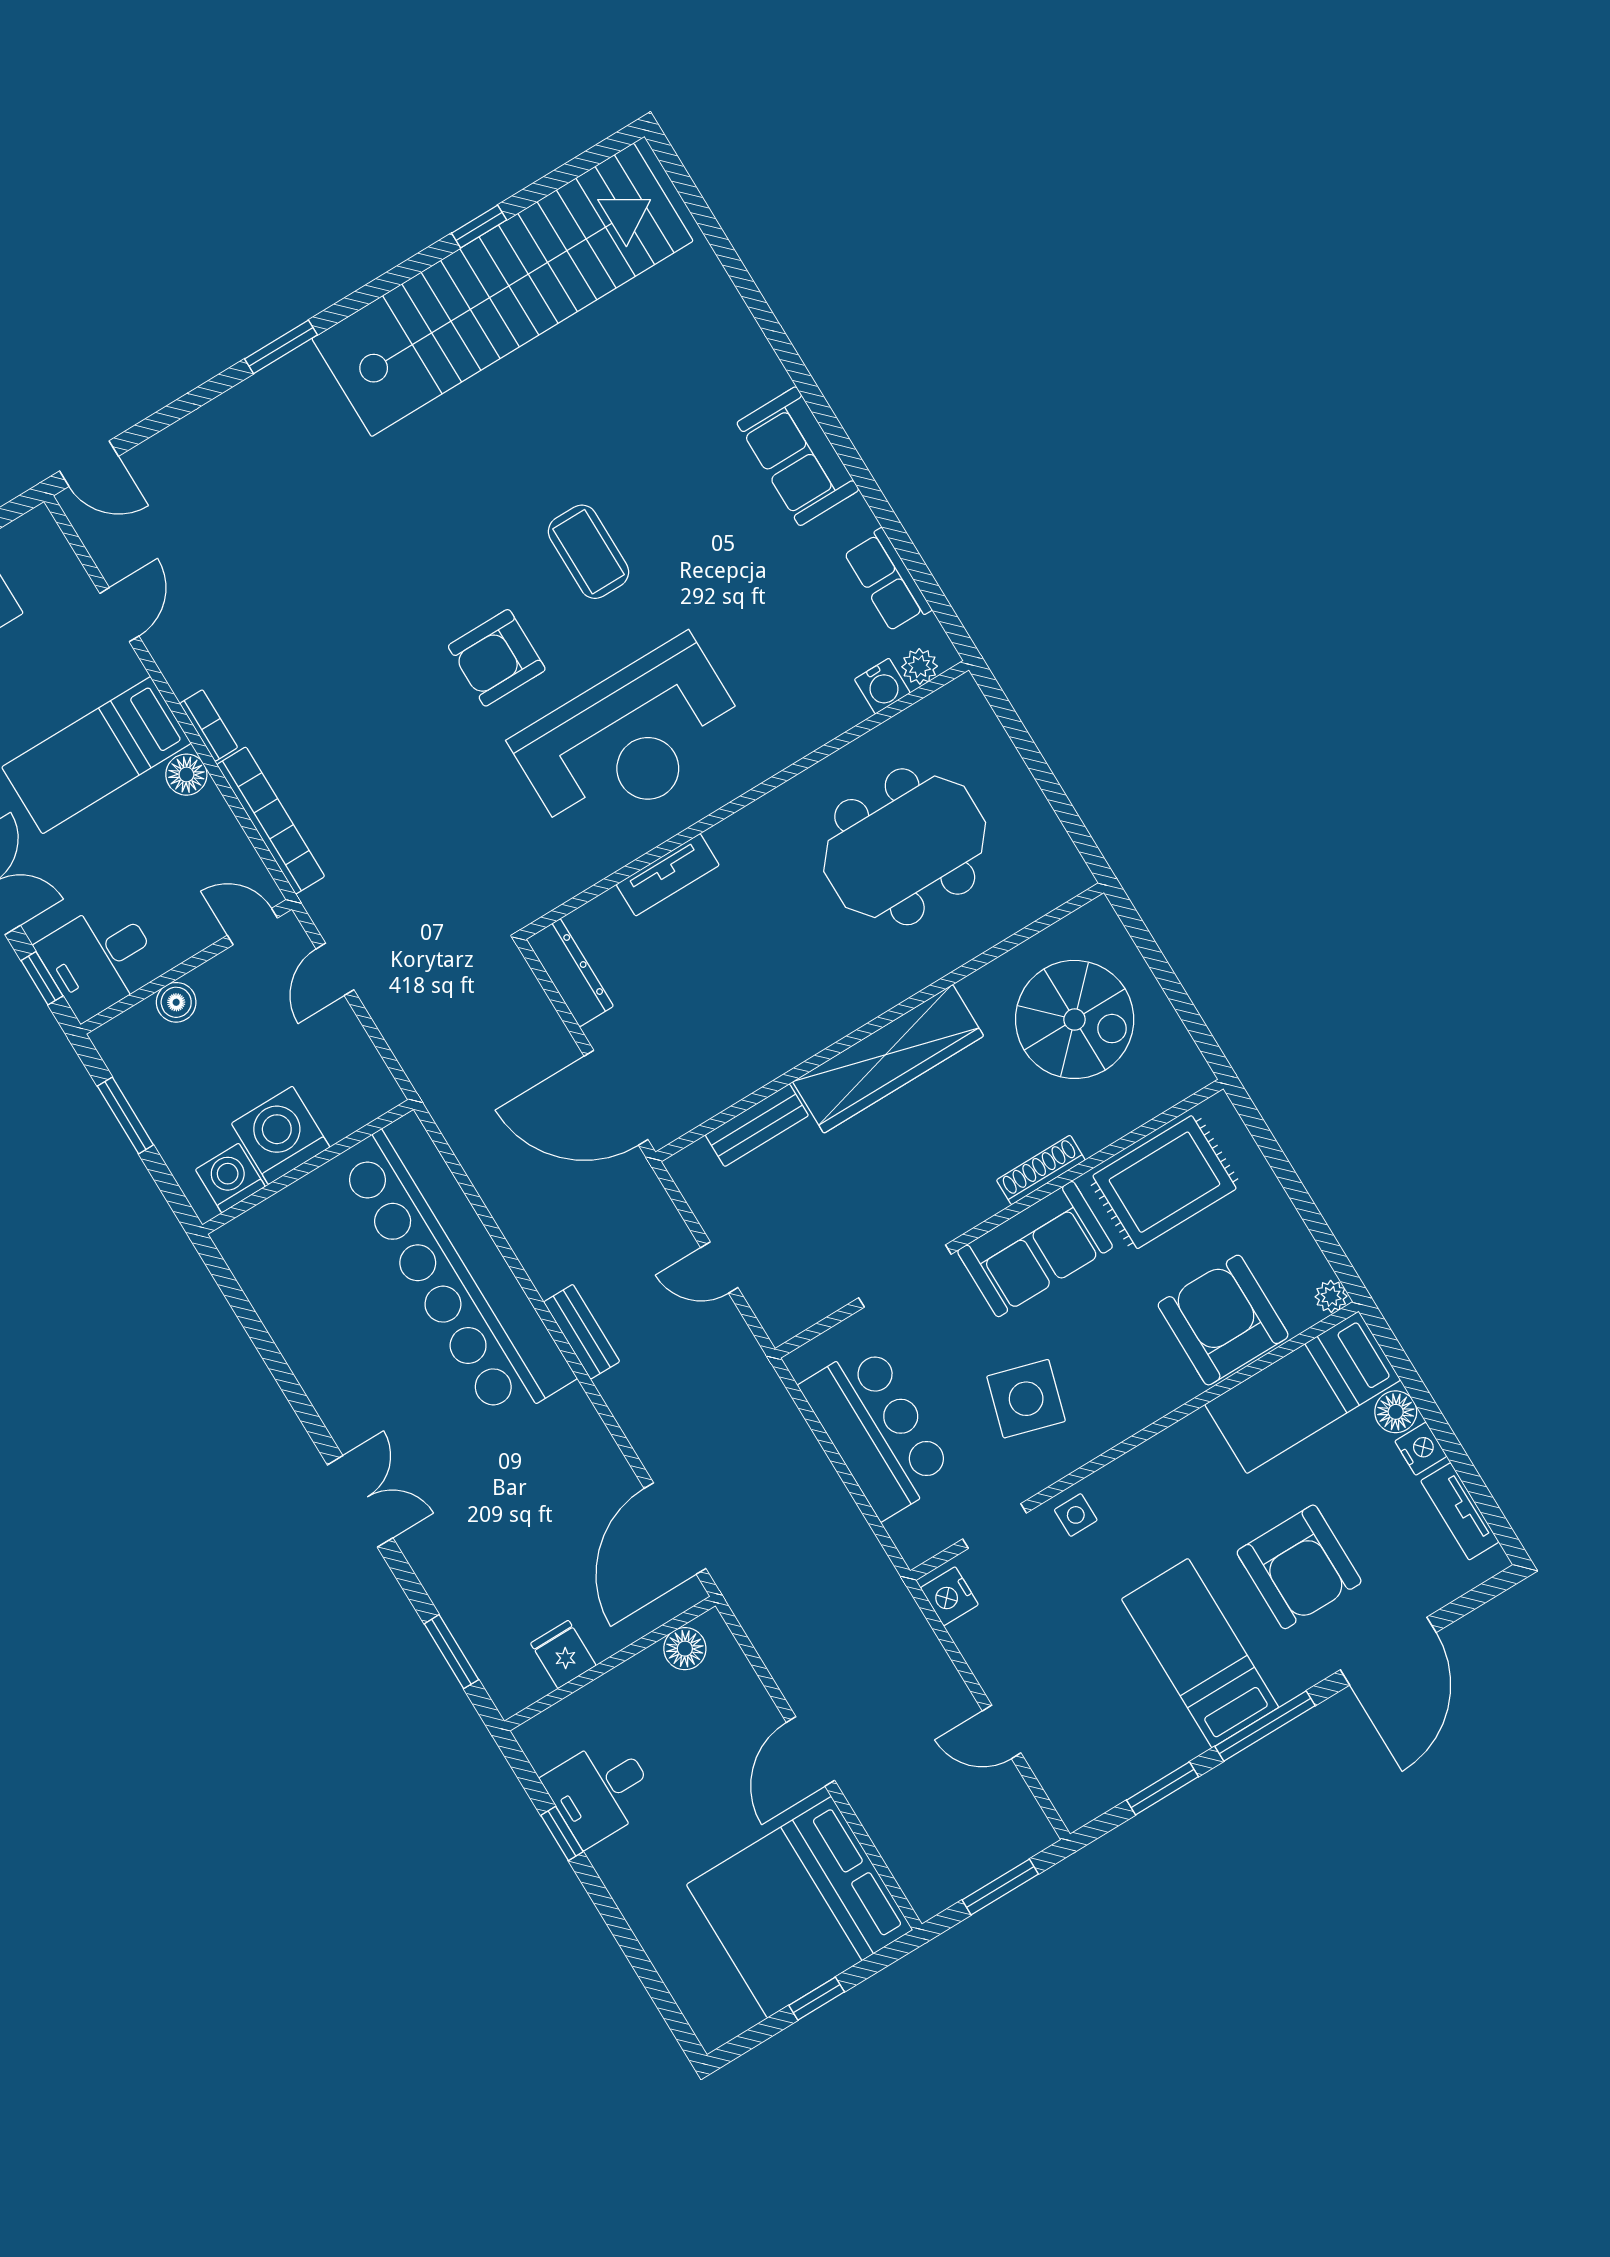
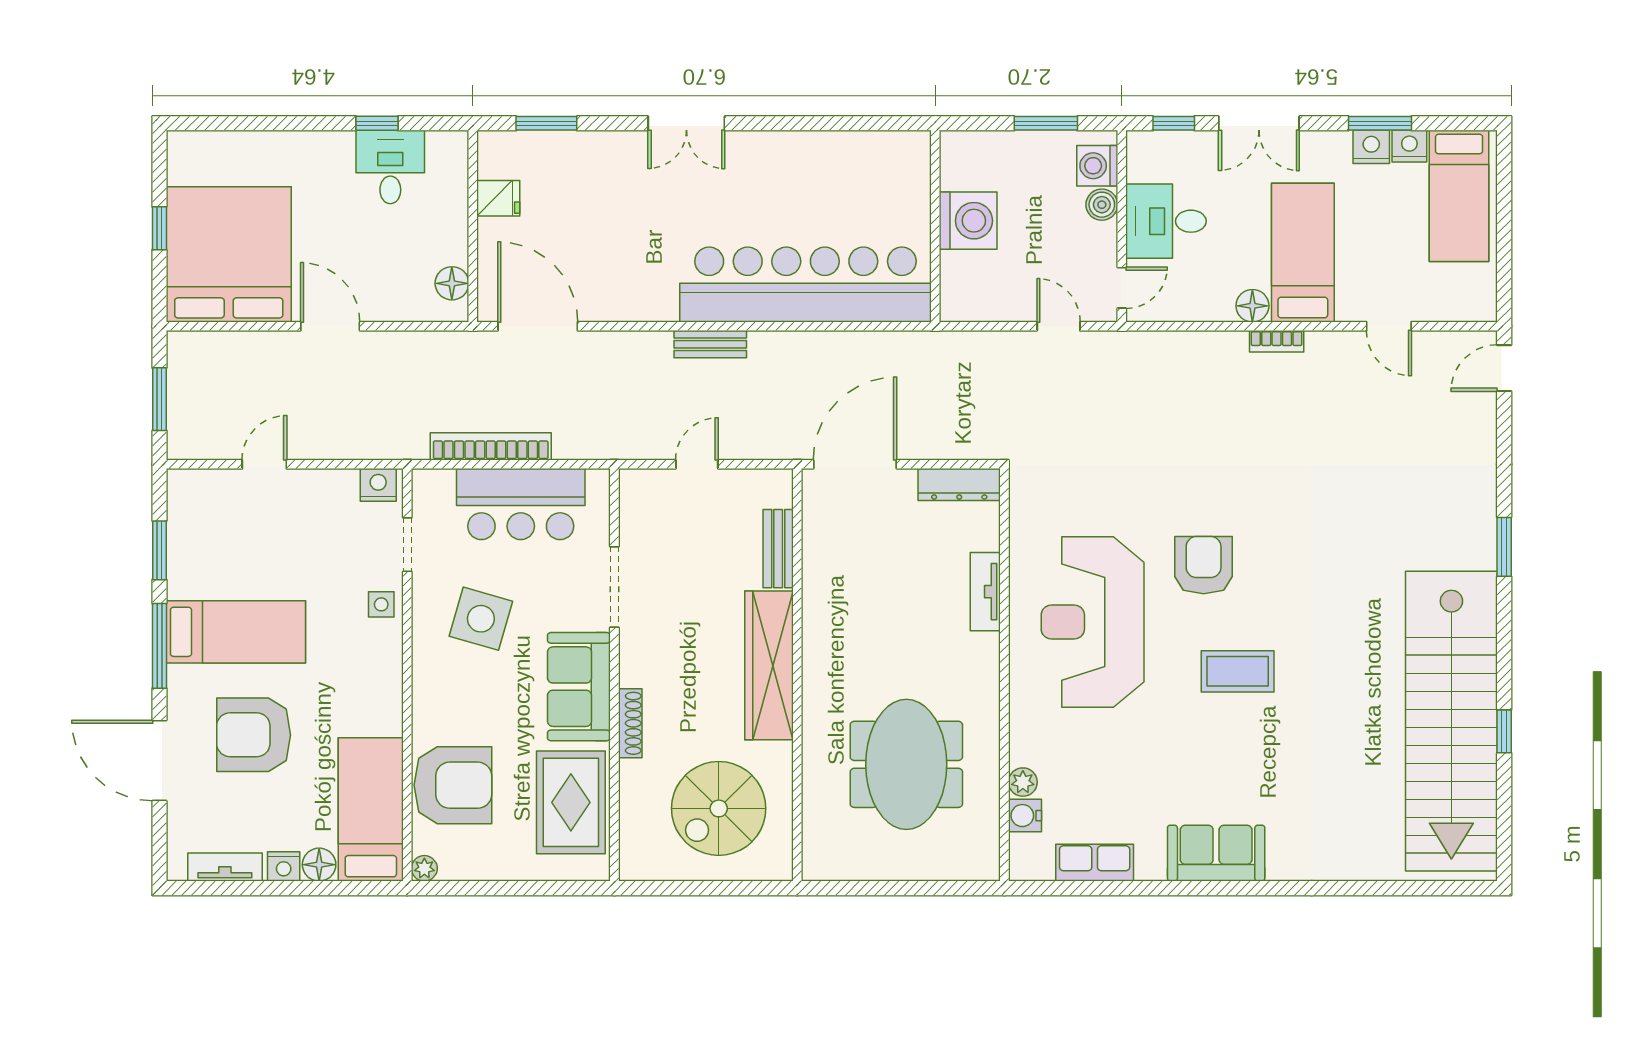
plant: (920, 666) -> (1023, 782), moved
bookcase: (271, 820) -> (491, 446), moved, turned 180
desk: (99, 959) -> (1166, 221), moved, turned -90
washing machine: (230, 1178) -> (1097, 166), moved, turned 180

